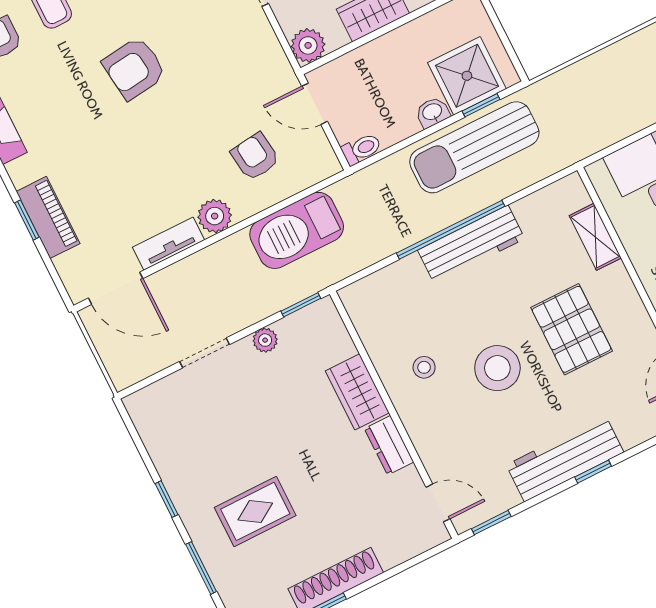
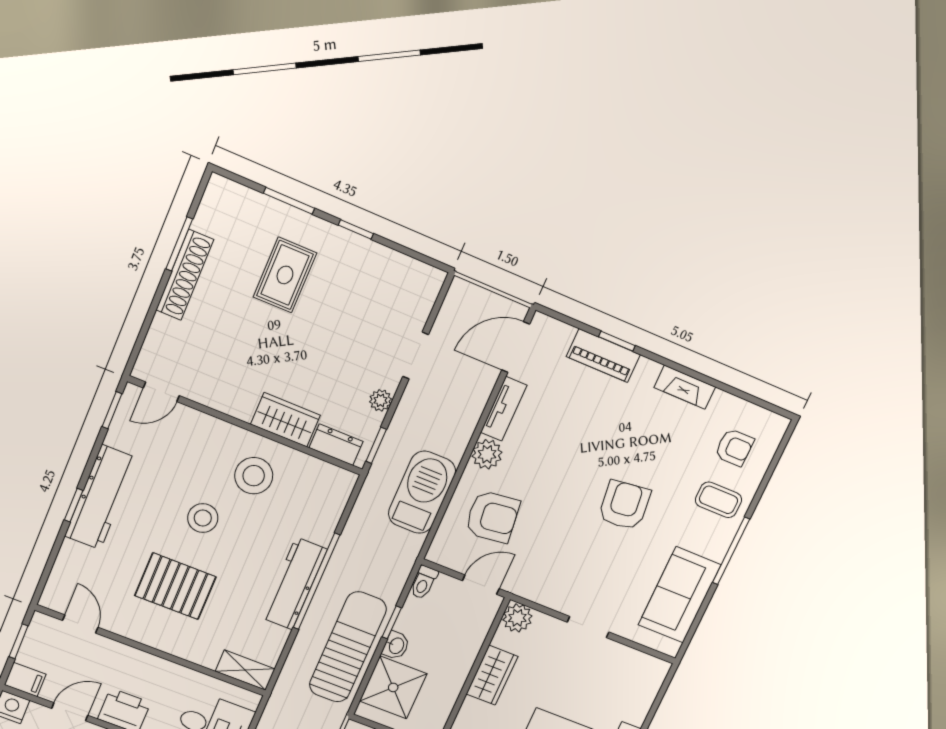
window: (481, 105) -> (392, 622), moved
armchair: (255, 157) -> (492, 517), width x1.38, depth x1.38
shelving: (595, 237) -> (245, 670), moved
stool: (424, 367) -> (254, 476), width x1.89, depth x1.89
stool: (497, 368) -> (203, 518), width x0.73, depth x0.73
dresser: (389, 445) -> (336, 445), moved

